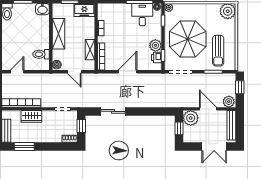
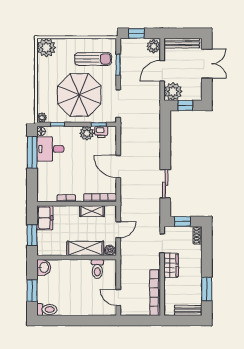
shelving: (58, 34) -> (85, 248), moved
wardrobe: (31, 116) -> (171, 265), moved

